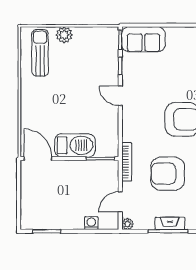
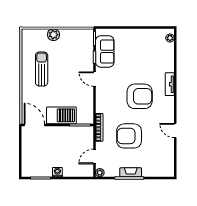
sofa: (143, 39) -> (105, 51), moved, turned -90
sun lounger: (40, 53) -> (42, 69), moved
washing machine: (91, 223) -> (57, 172), moved

